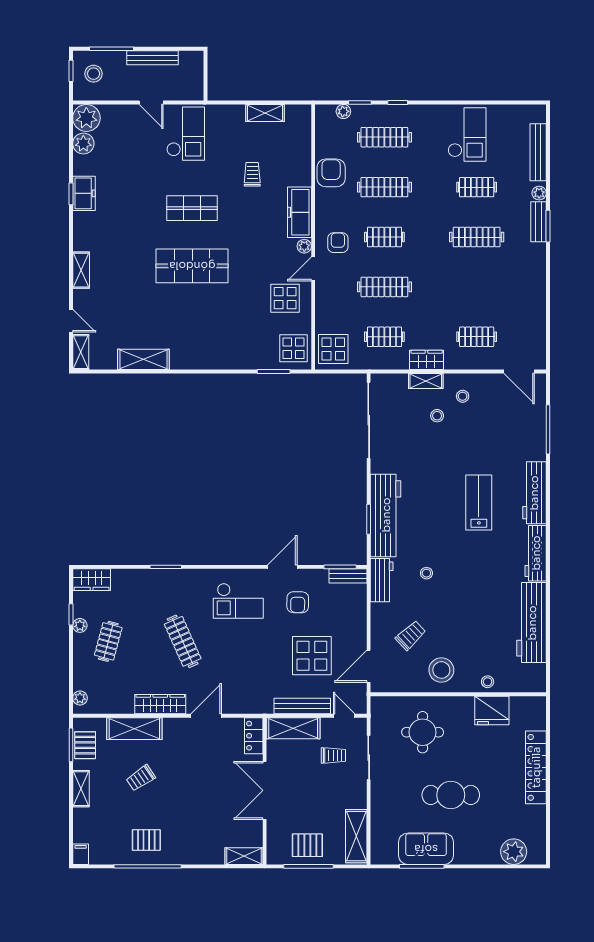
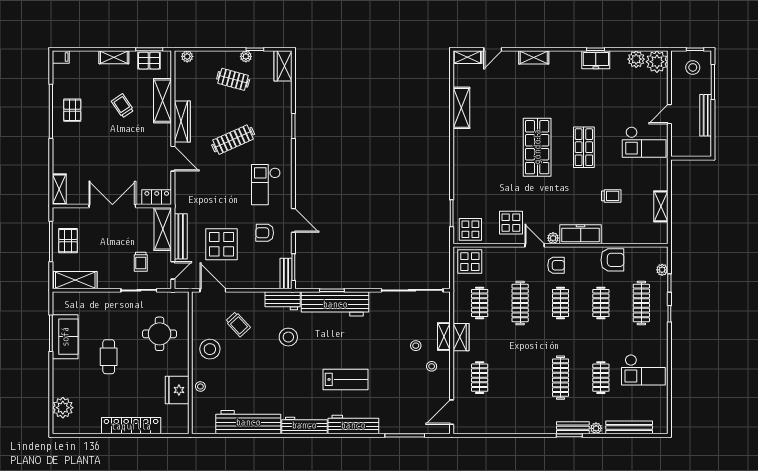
clothes rail: (384, 187) -> (601, 303), width x0.73
stool: (426, 573) -> (288, 337), width x1.89, depth x1.89
cafe table: (451, 795) -> (109, 357), width x0.73, depth x0.74

